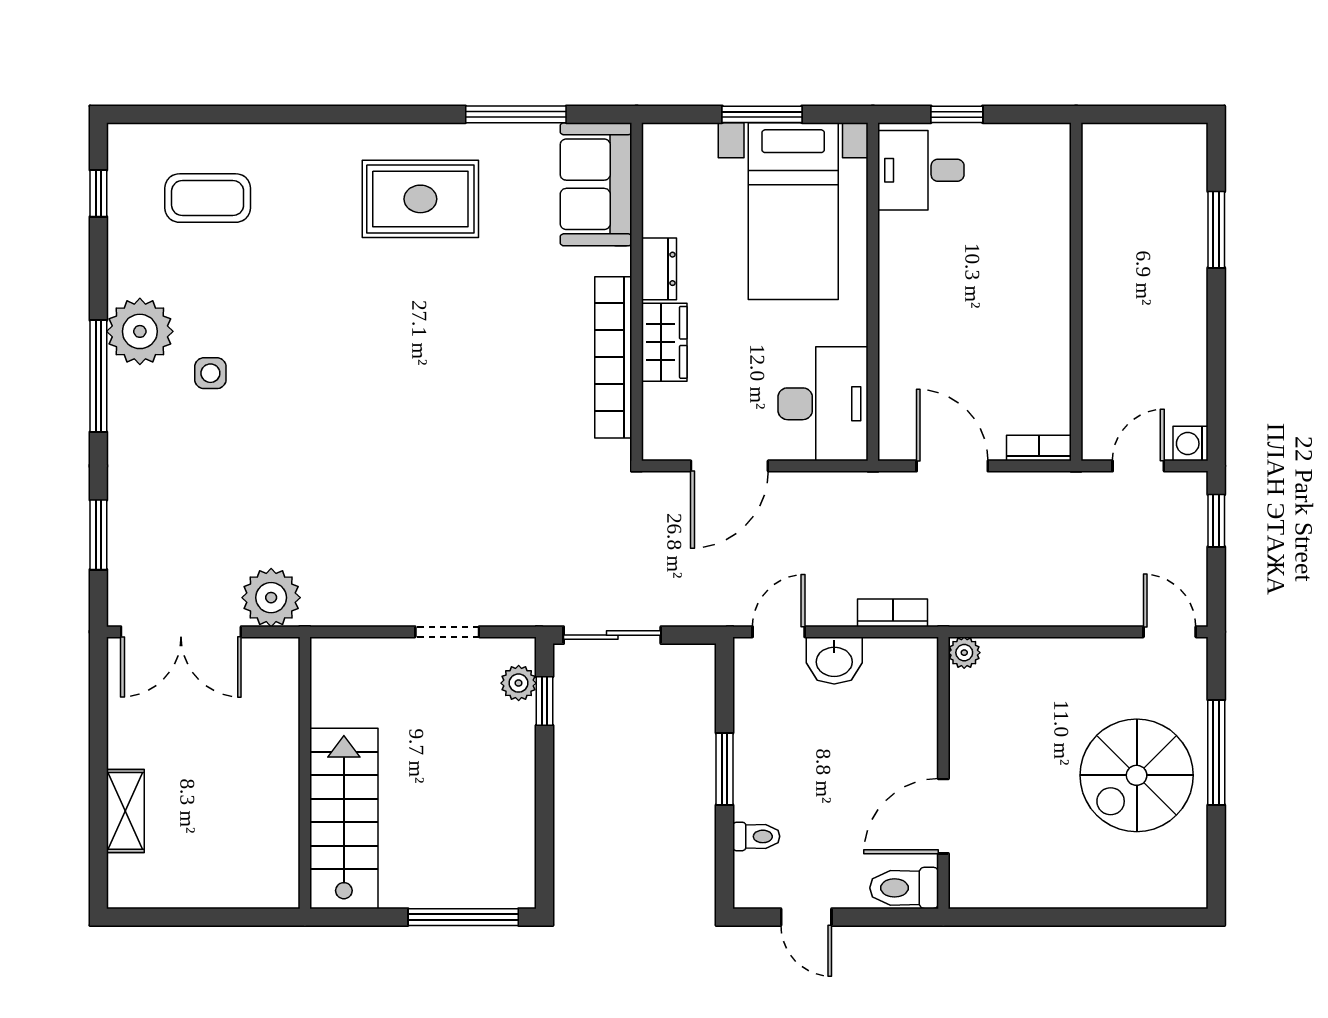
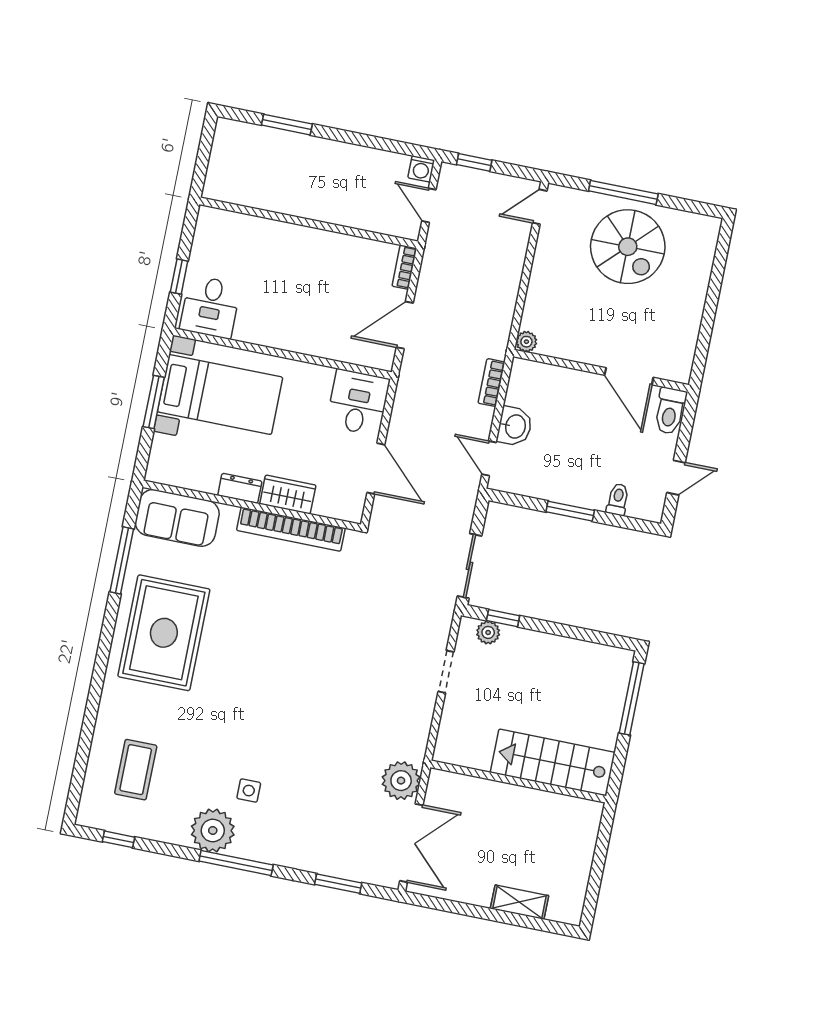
rug: (420, 199) -> (164, 633), width x1.37, depth x1.44
desk: (823, 404) -> (358, 402), width x0.73

